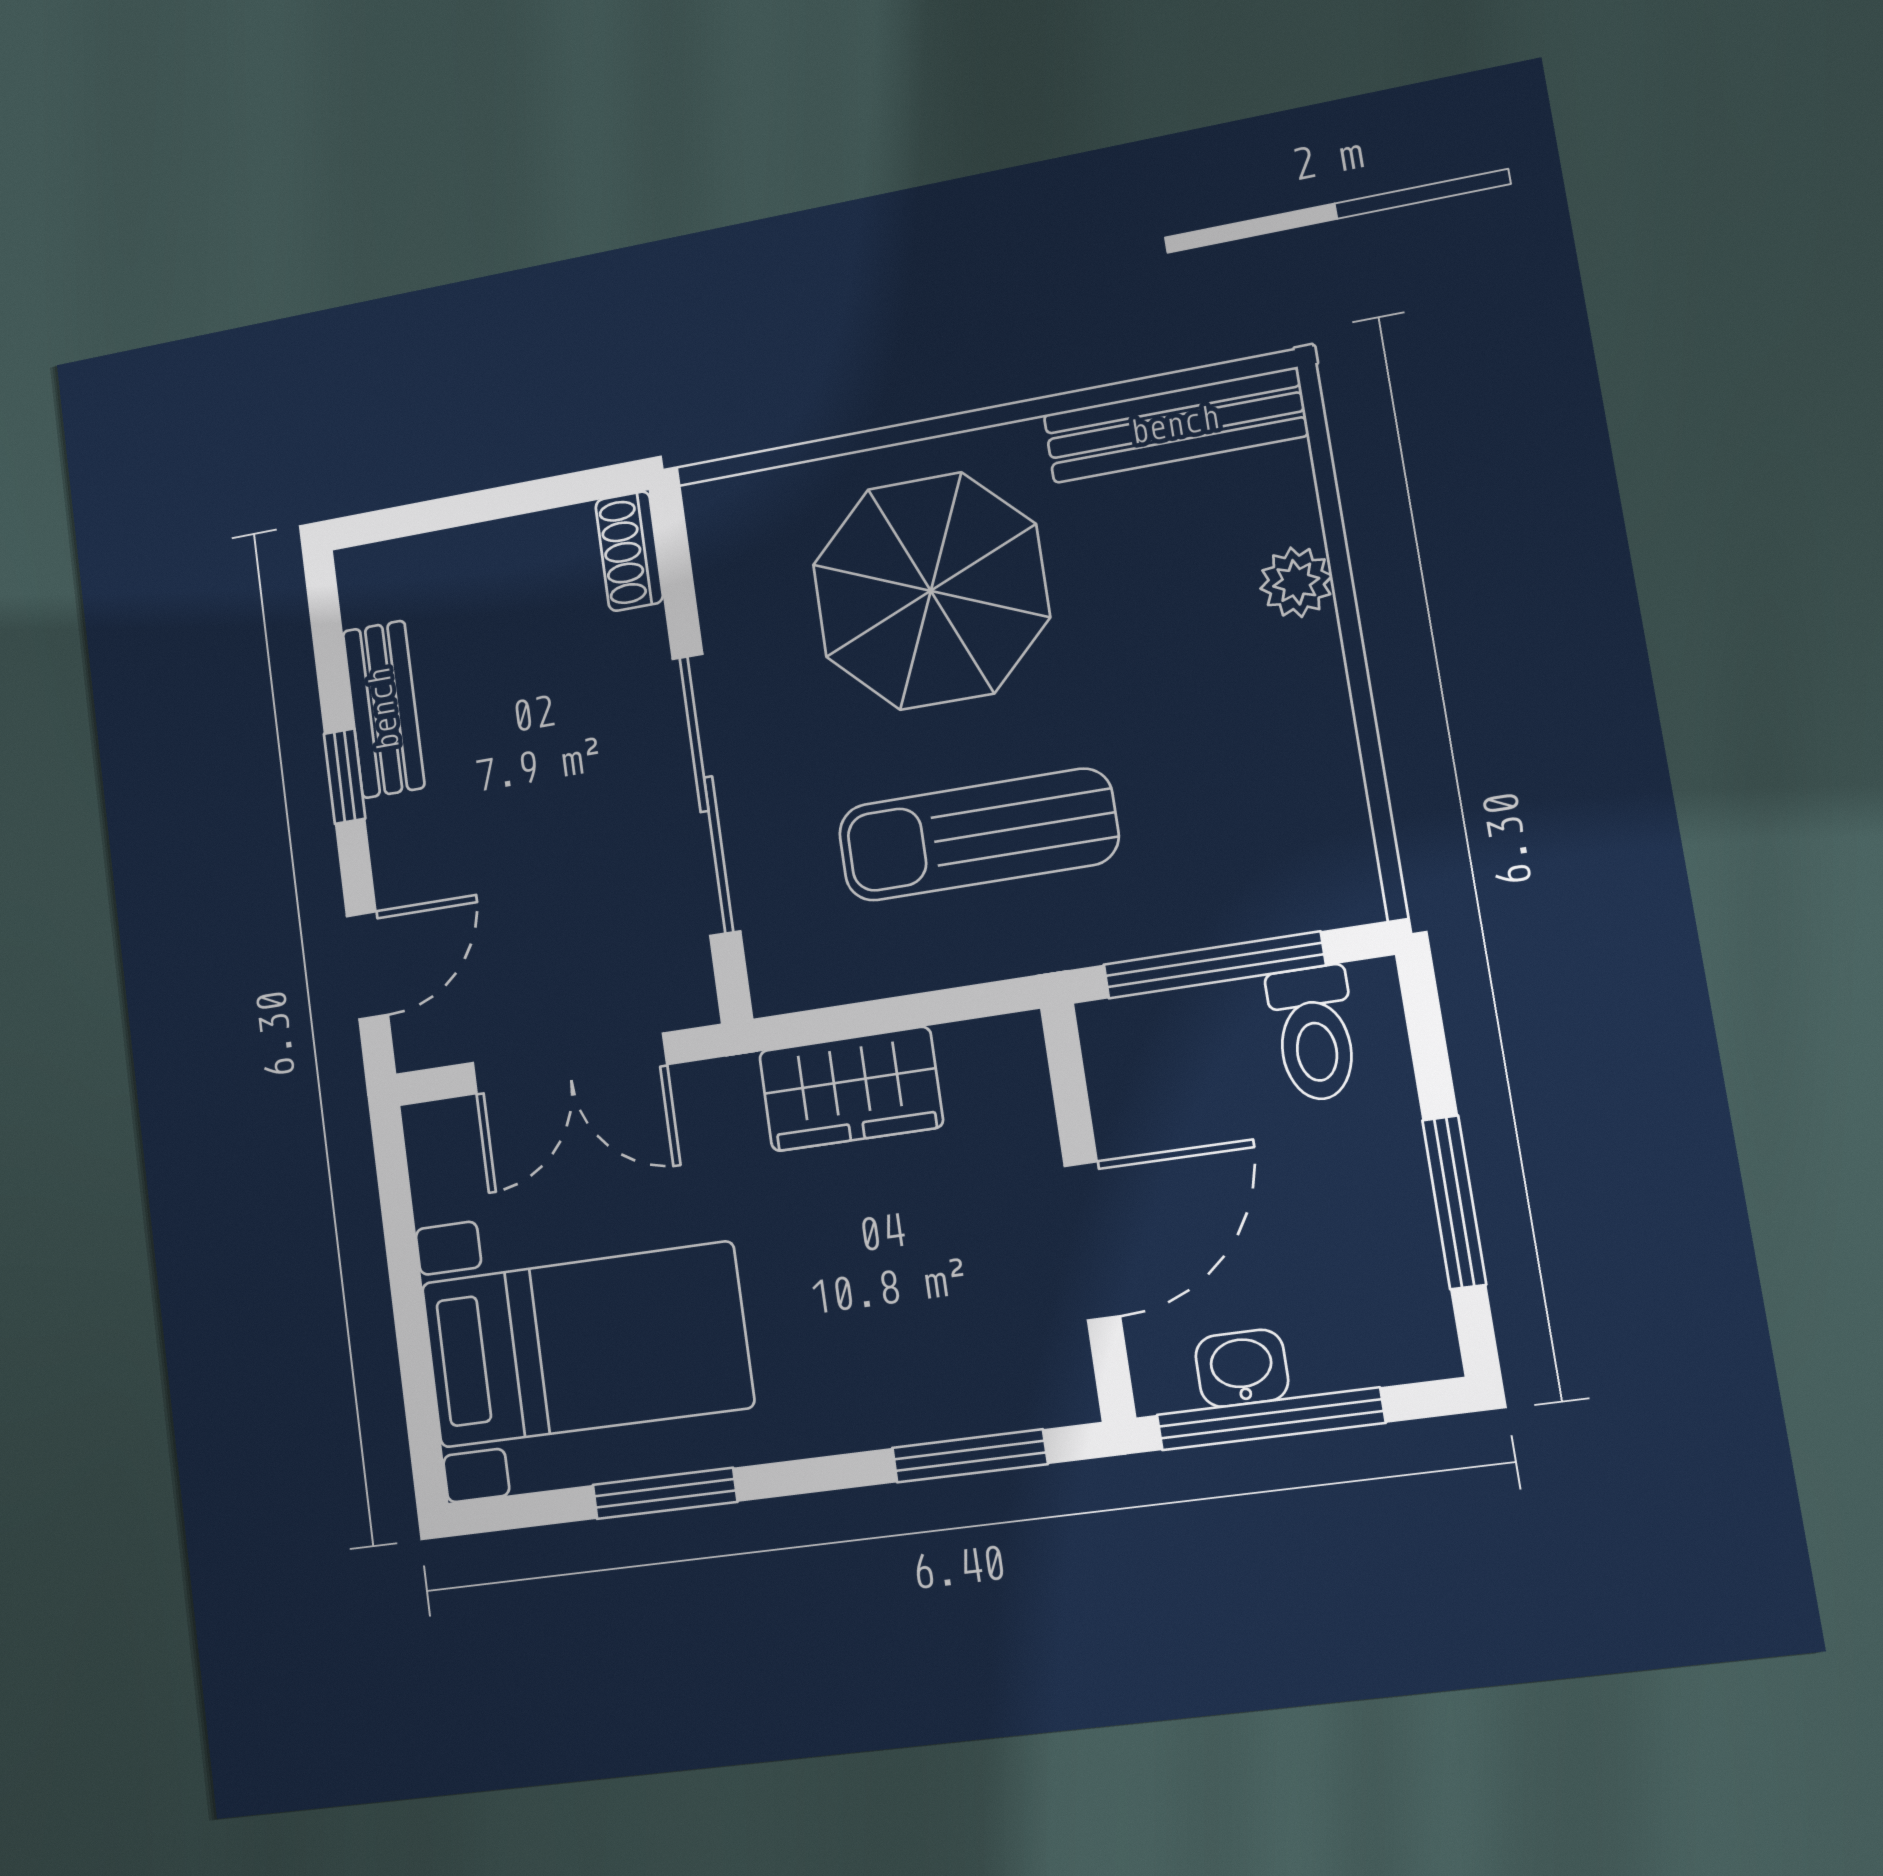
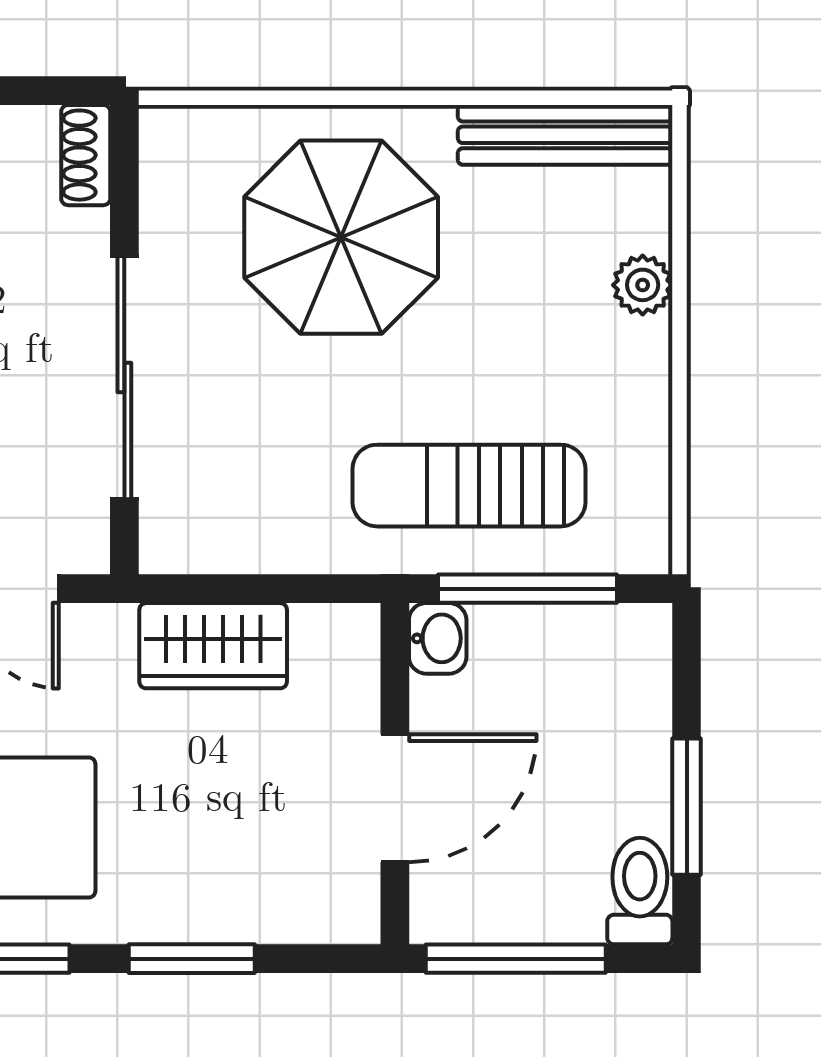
sun lounger: (978, 835) -> (469, 486), moved
toilet: (1314, 1034) -> (640, 891), moved, turned 180
washbasin: (1242, 1368) -> (438, 638), moved, turned 90
window: (970, 1456) -> (192, 959), moved

